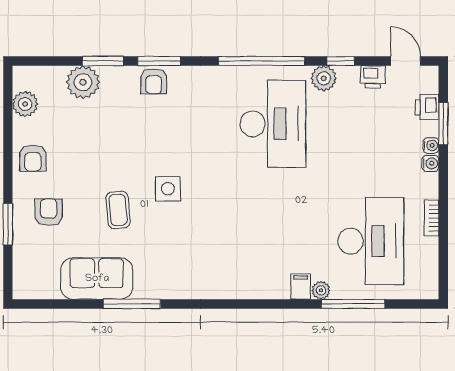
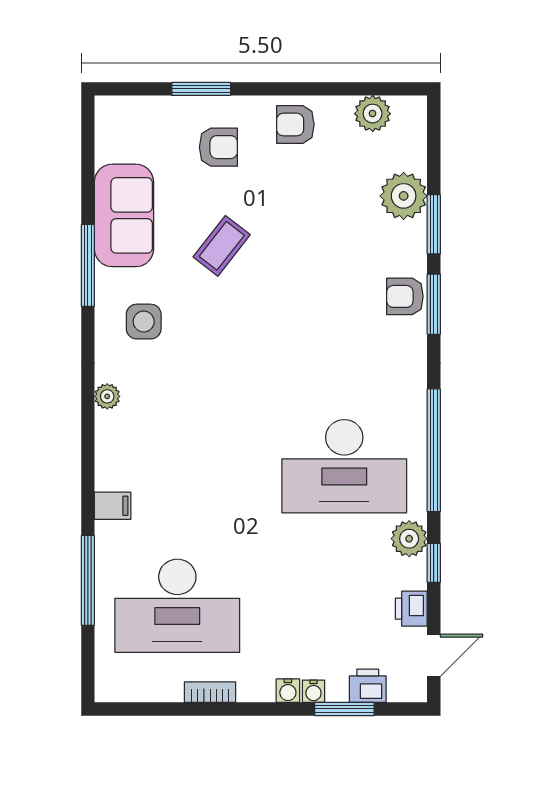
side table: (168, 189) -> (144, 322), moved
coffee table: (118, 210) -> (222, 246), turned -47
plant: (321, 290) -> (107, 396), moved

